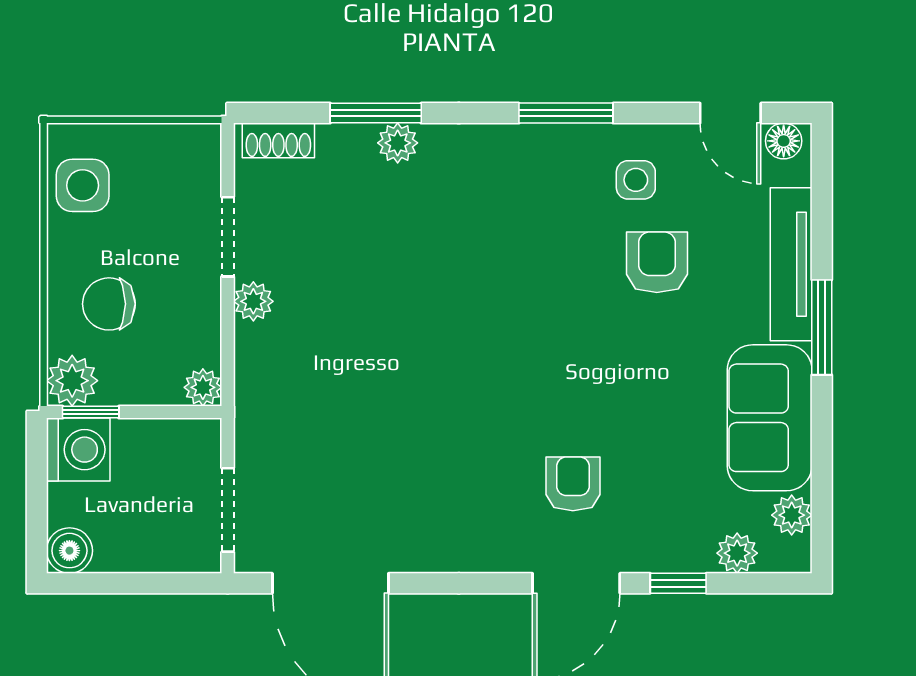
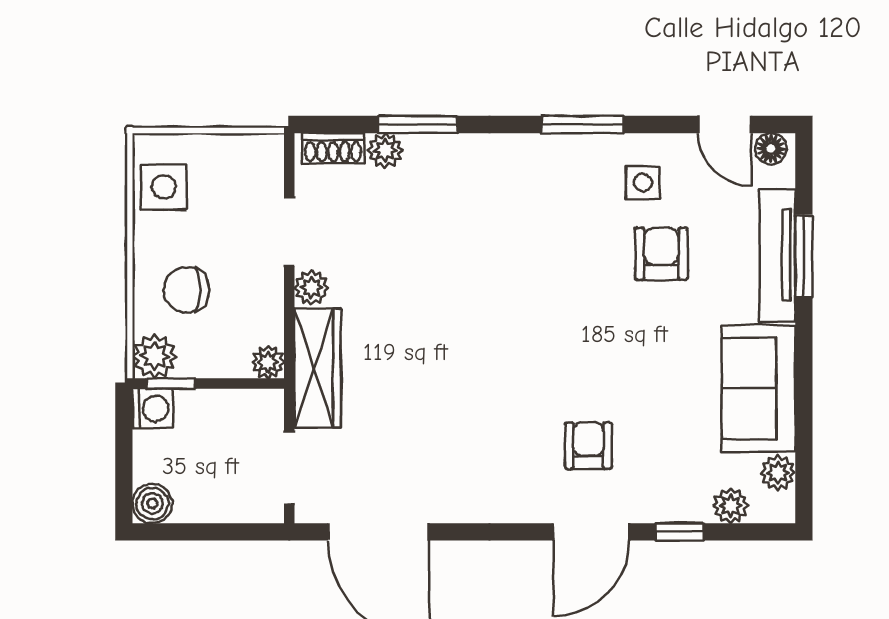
plant: (398, 143) -> (385, 150), moved
window: (822, 327) -> (804, 256), moved
wardrobe: (260, 394) -> (318, 368), added
washing machine: (78, 450) -> (152, 409), width x0.73, depth x0.73

